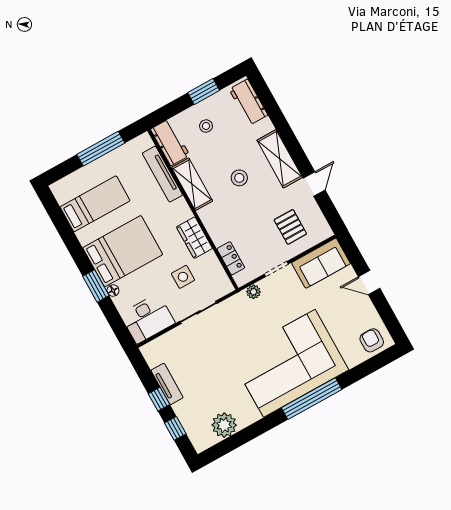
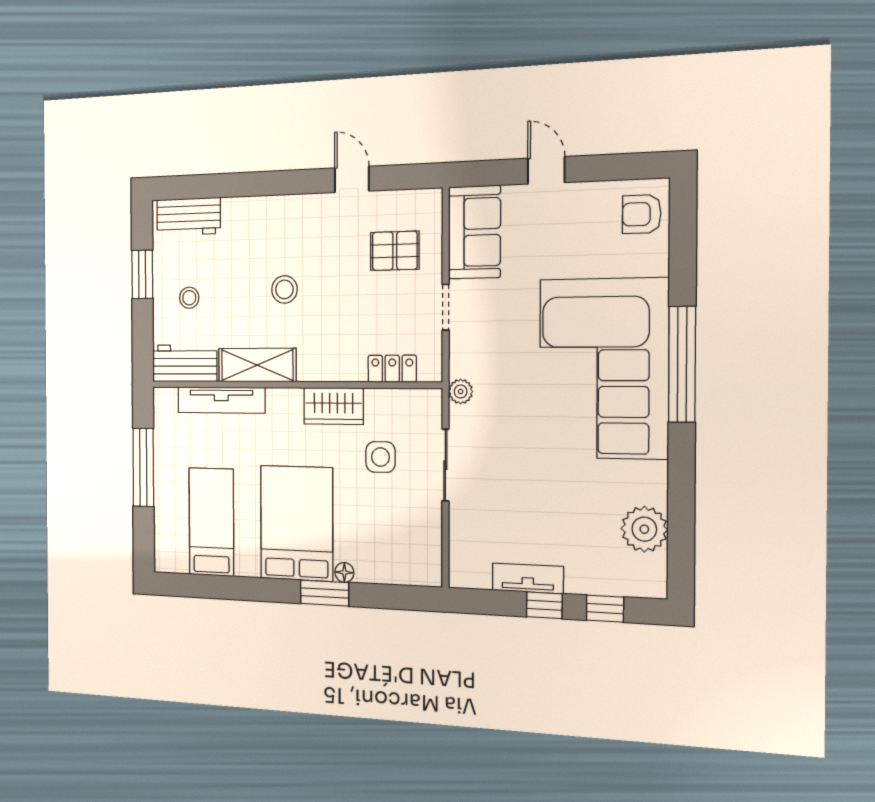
shelving: (280, 159) -> (289, 213), removed
door: (369, 283) -> (546, 170), swing flipped
plant: (253, 292) -> (461, 391), moved
desk: (148, 319) -> (413, 547), removed

